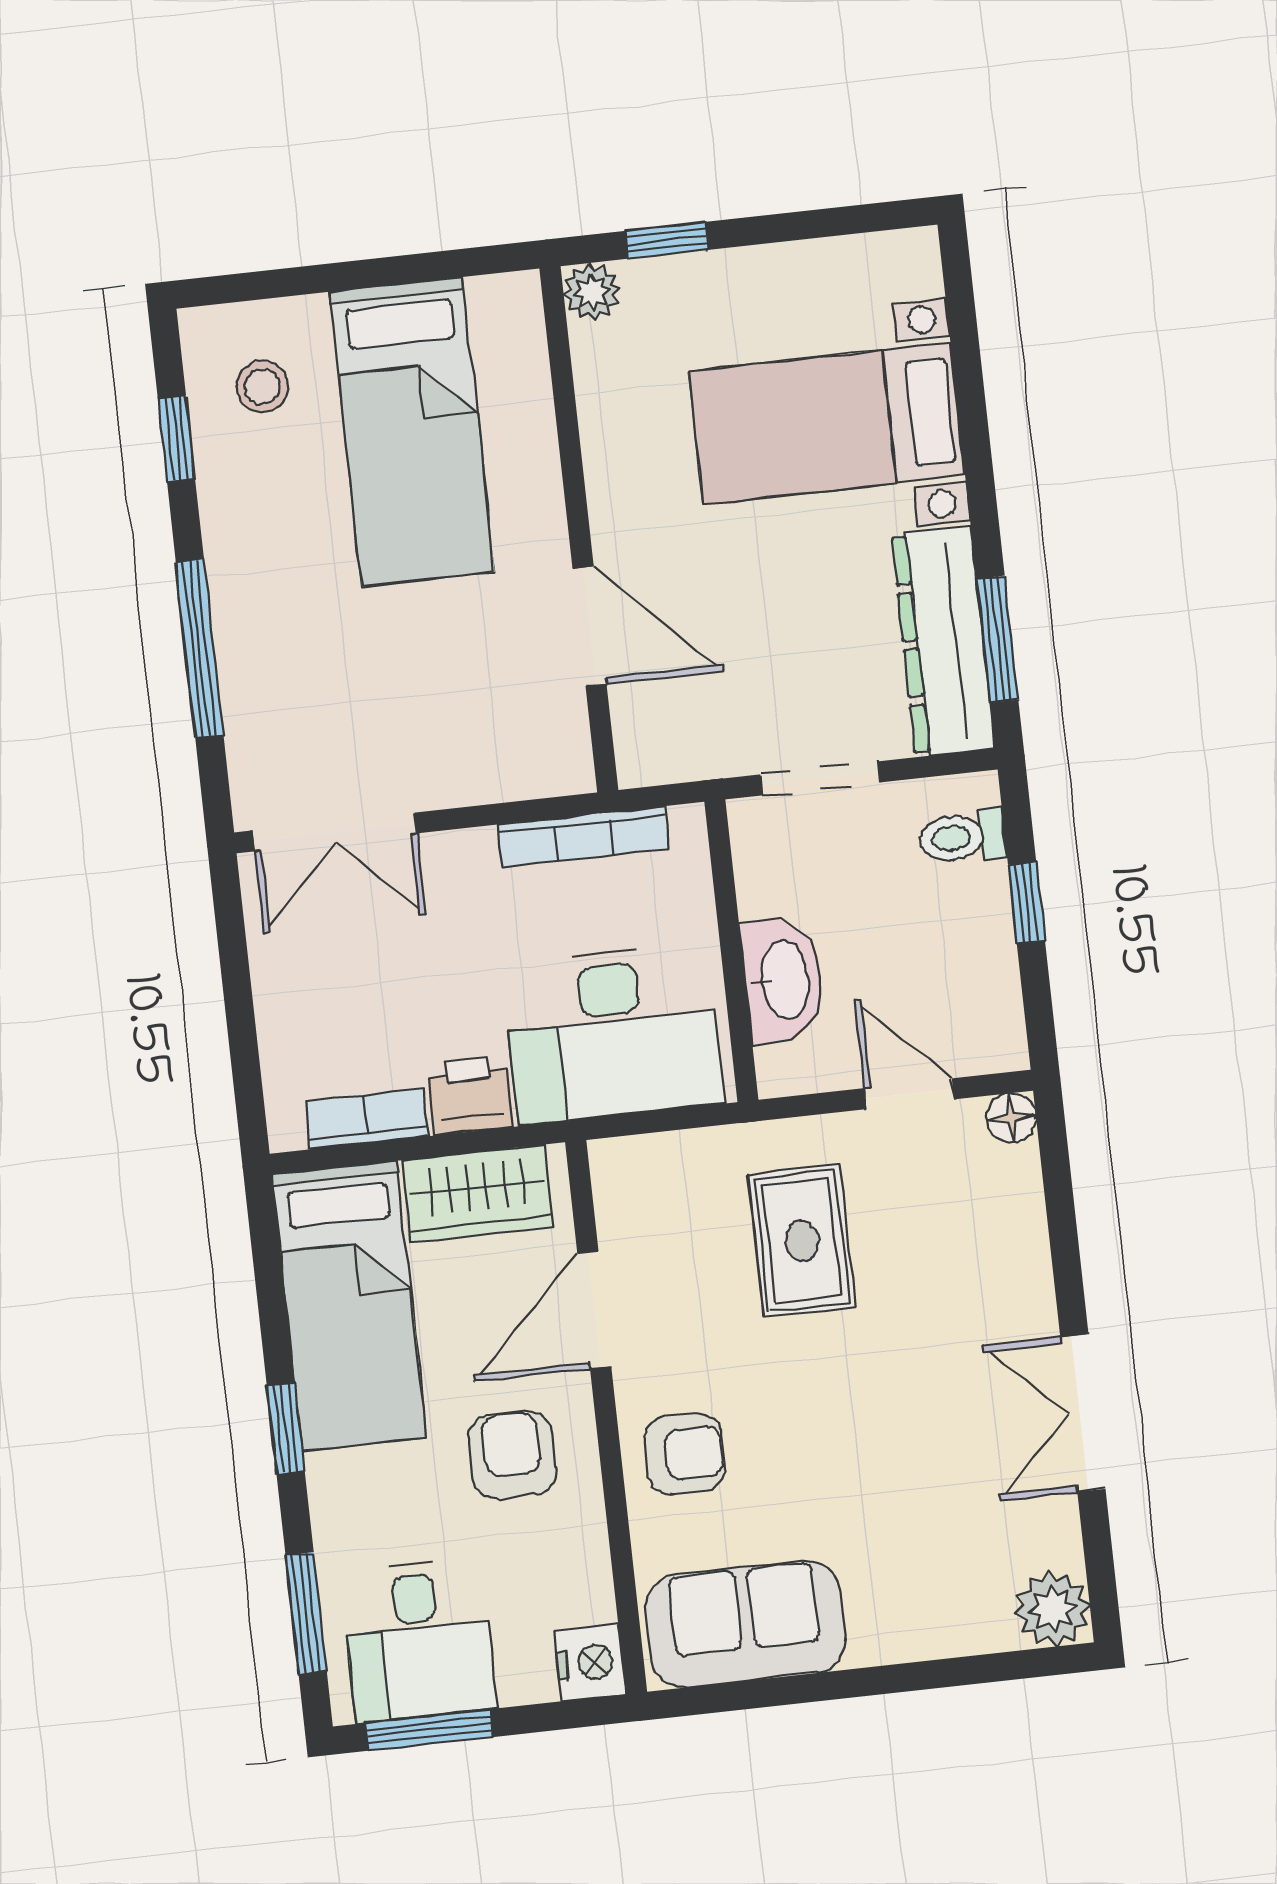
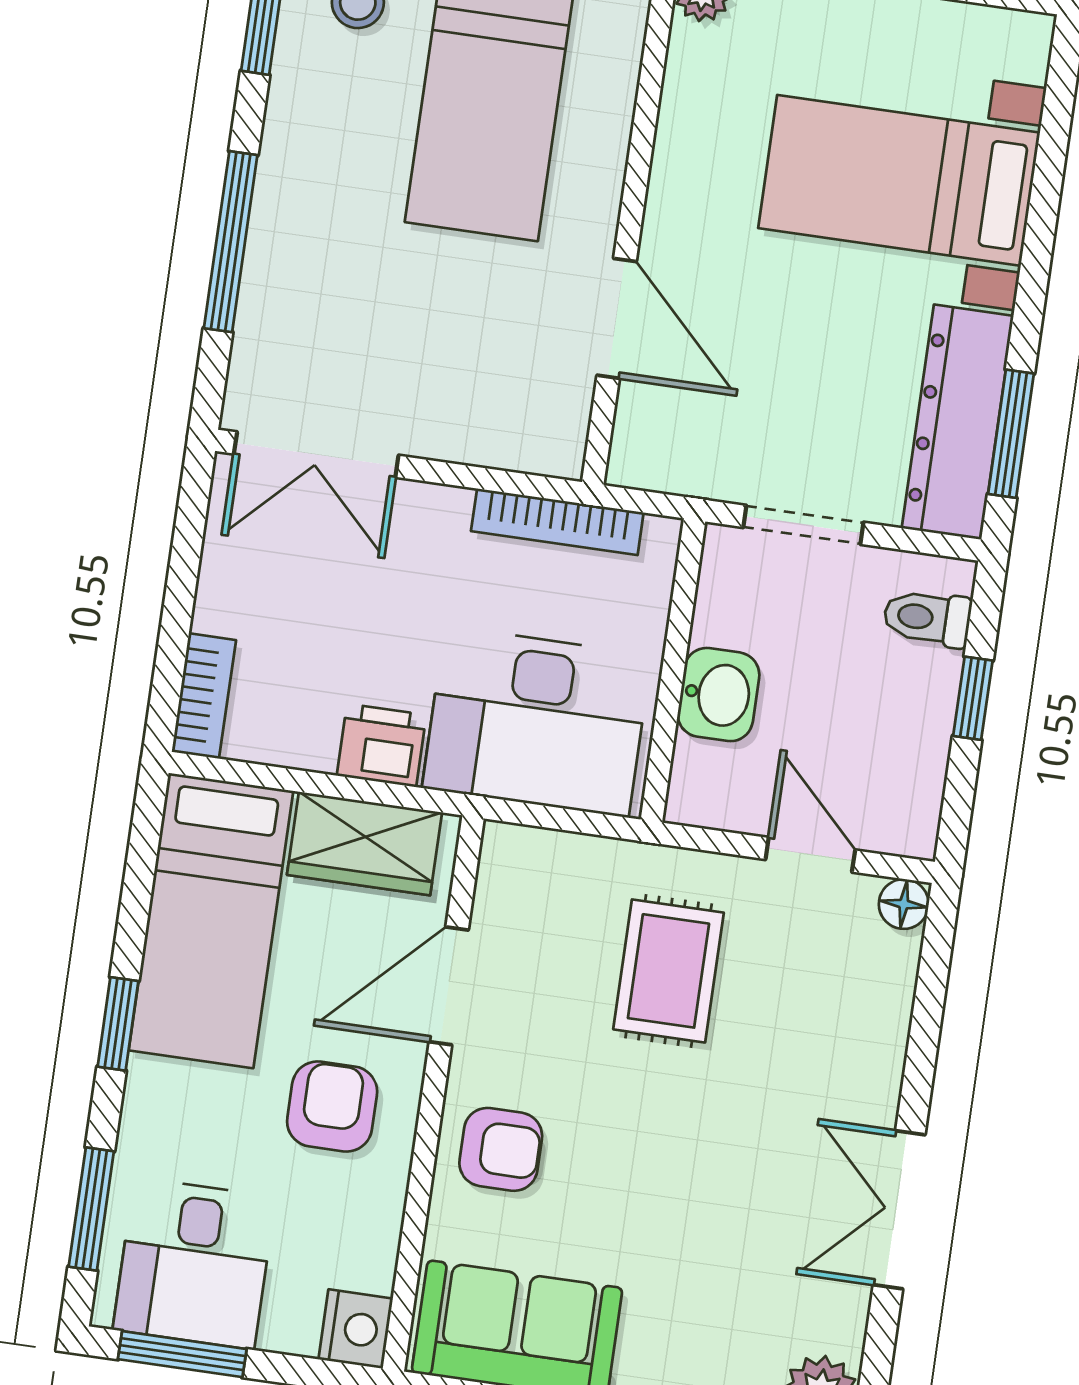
washbasin: (783, 980) -> (718, 695), width x0.72
bookcase: (367, 1119) -> (204, 696), moved, turned 90

